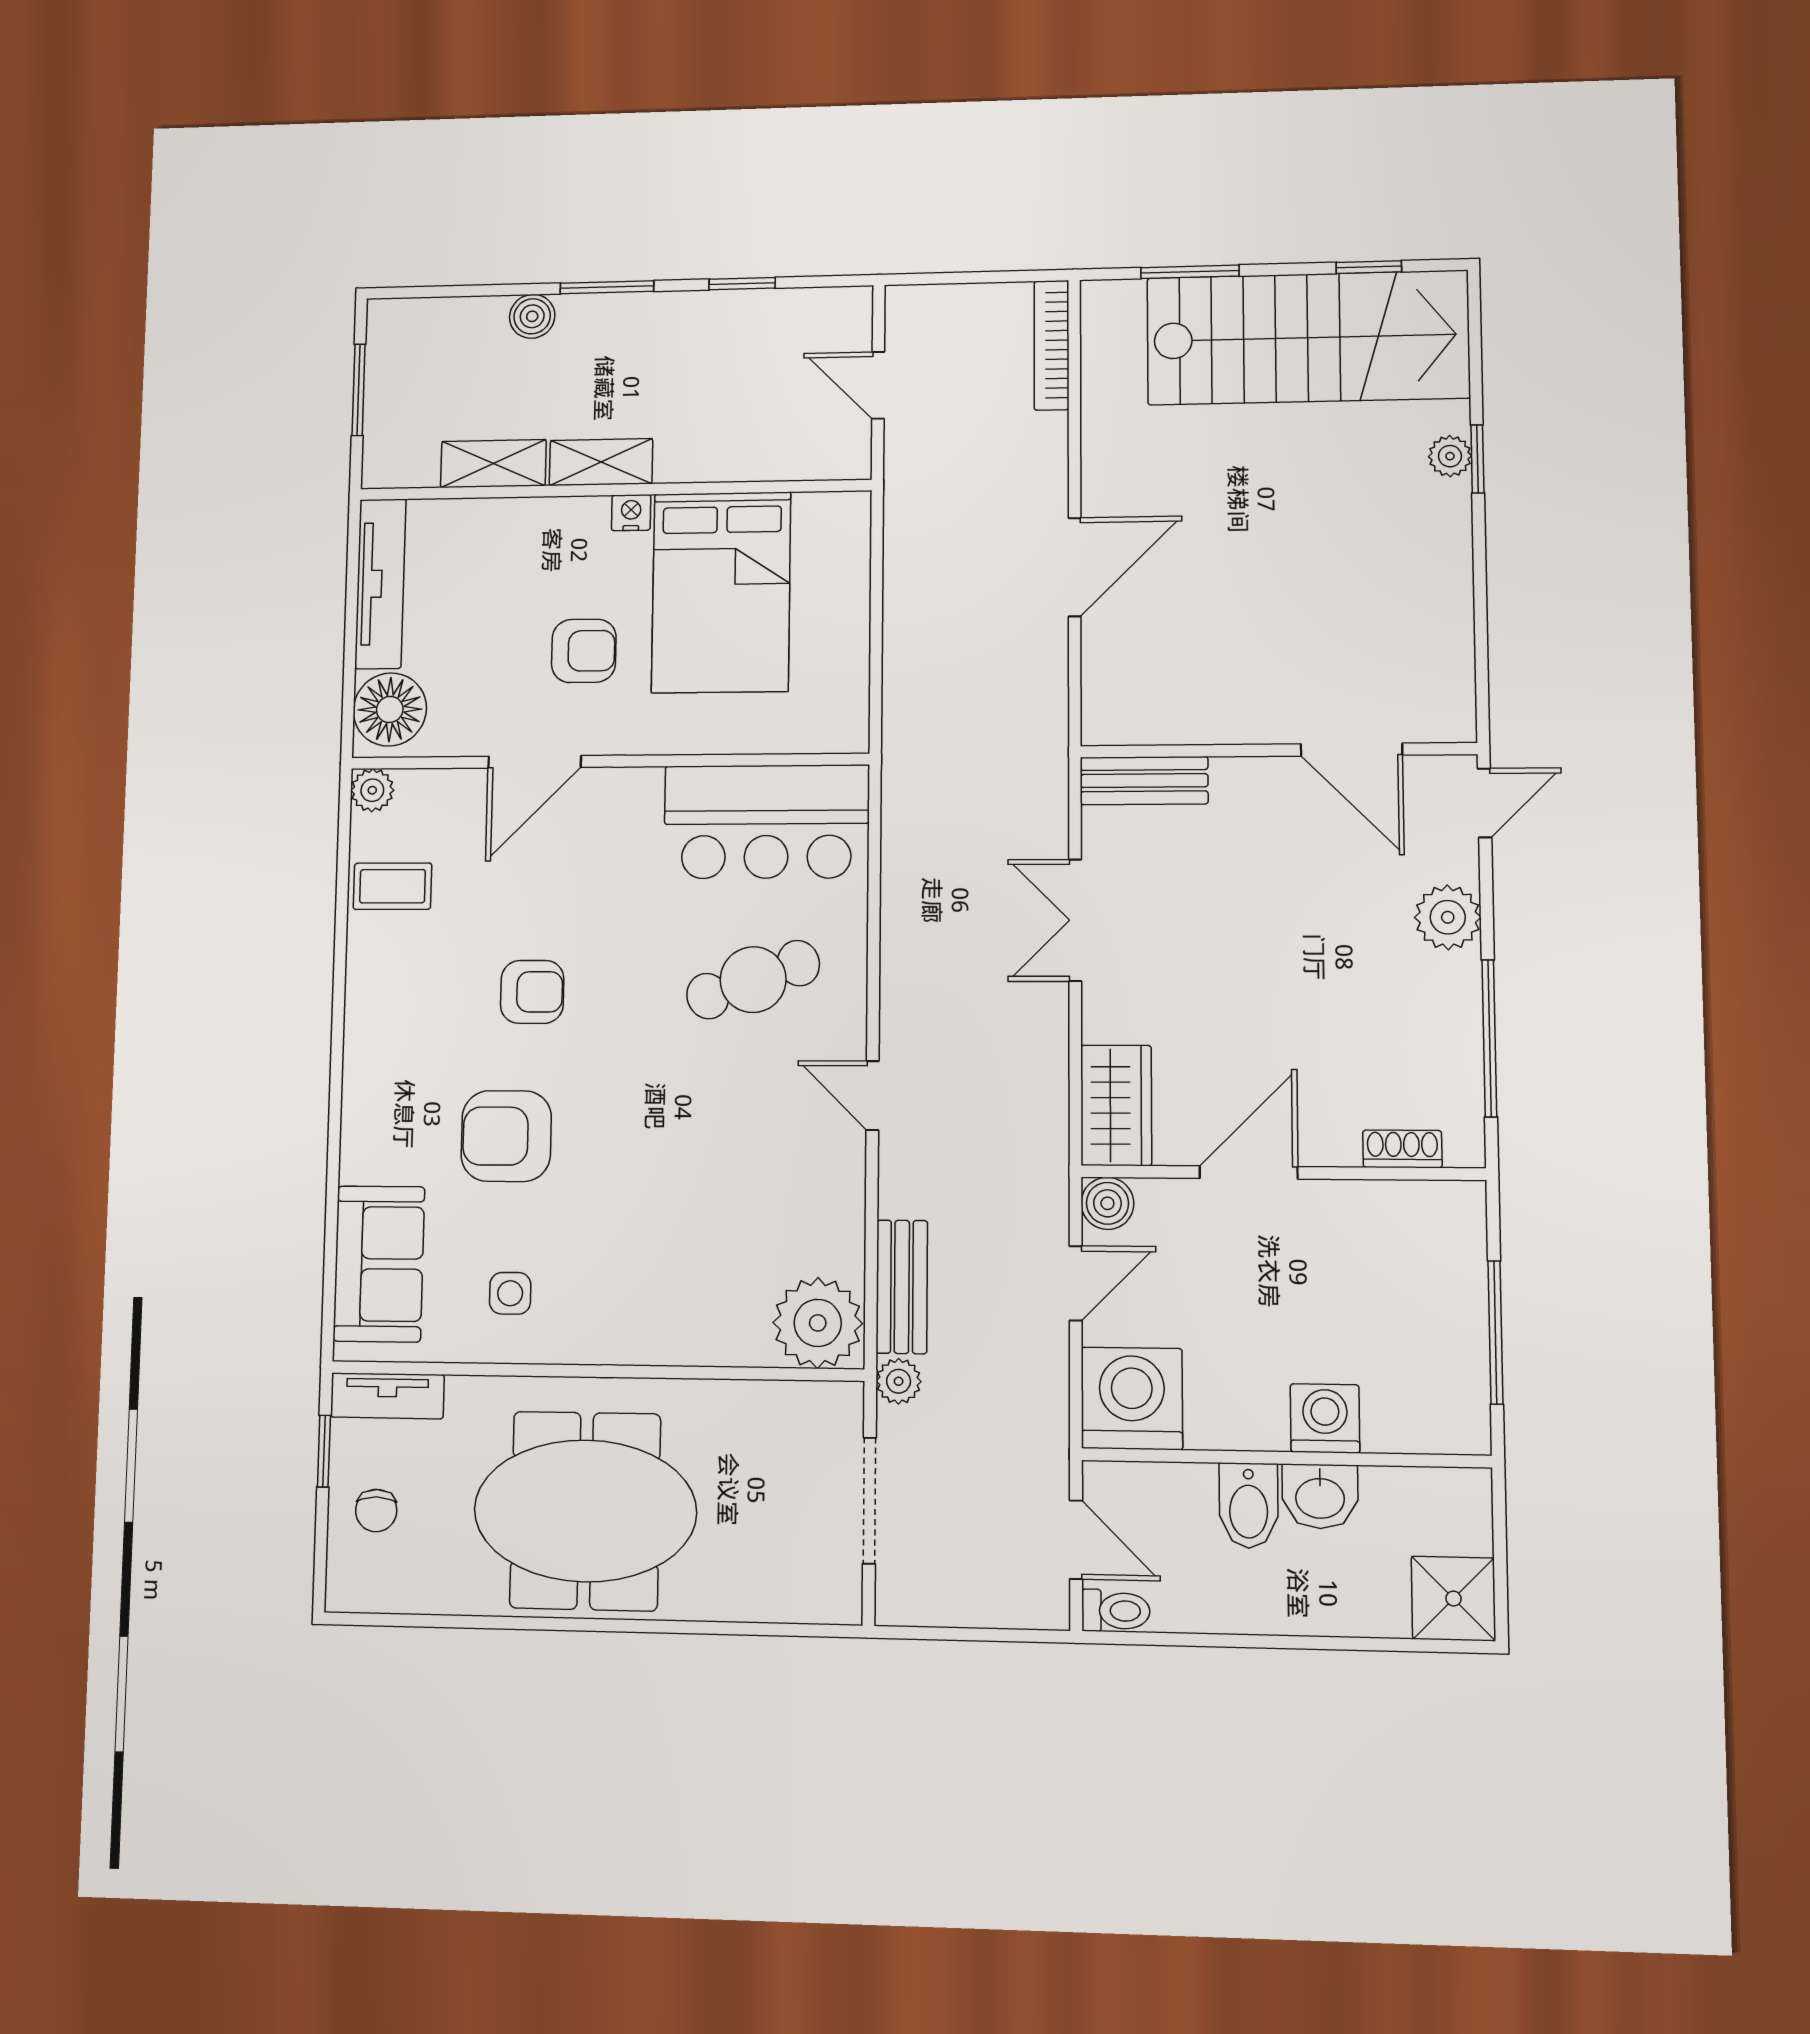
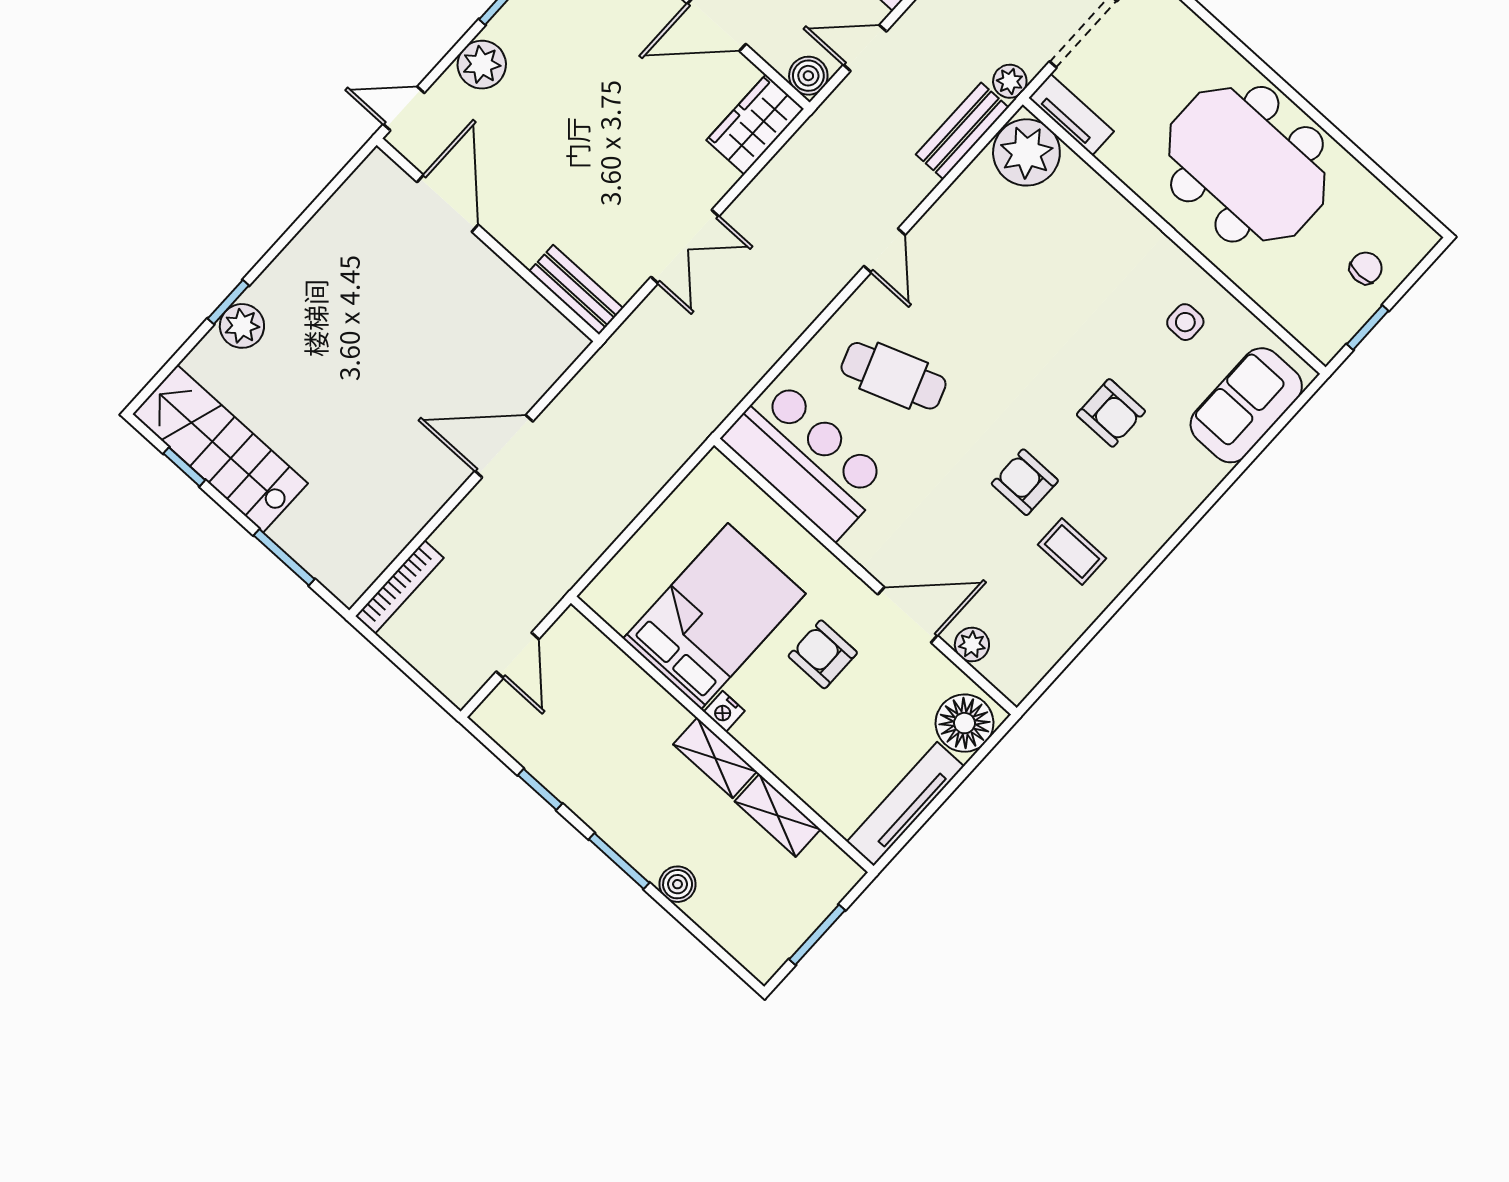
stairs: (1308, 338) -> (220, 449), width x0.73, depth x0.66
plant: (1450, 456) -> (242, 326), width x1.38, depth x1.38
plant: (372, 790) -> (972, 645), moved
coffee table: (392, 886) -> (1072, 552), moved
armchair: (506, 1136) -> (1111, 413), width x0.72, depth x0.72
tv unit: (387, 1396) -> (1071, 115), moved

